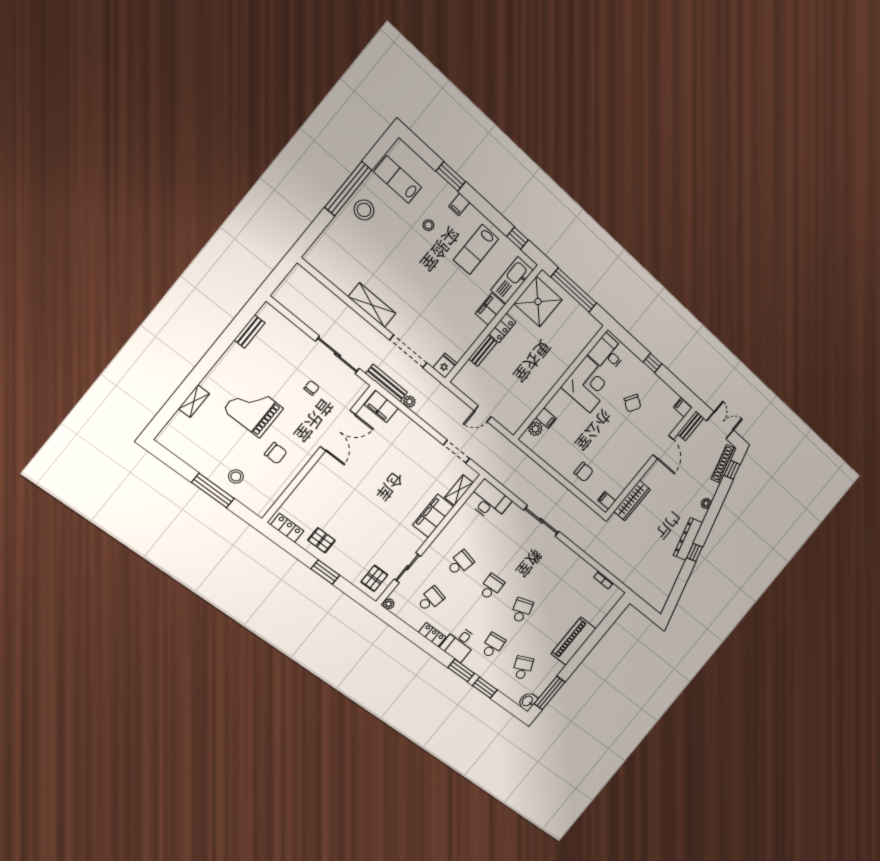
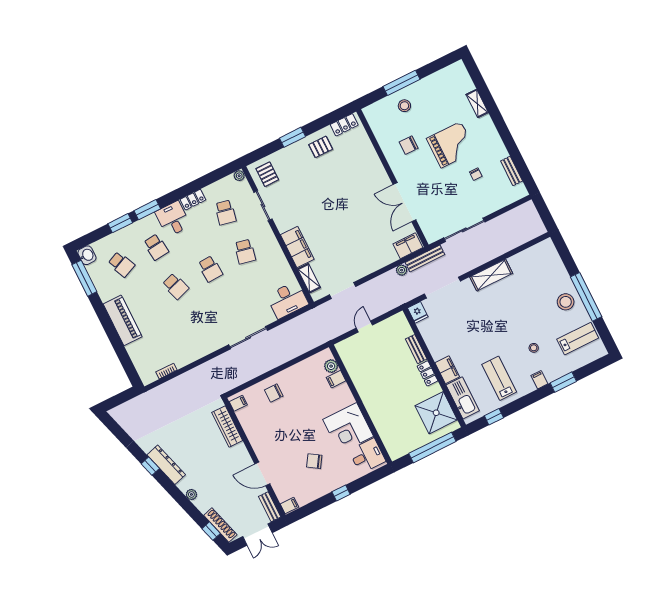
chair: (312, 388) -> (476, 174), moved

